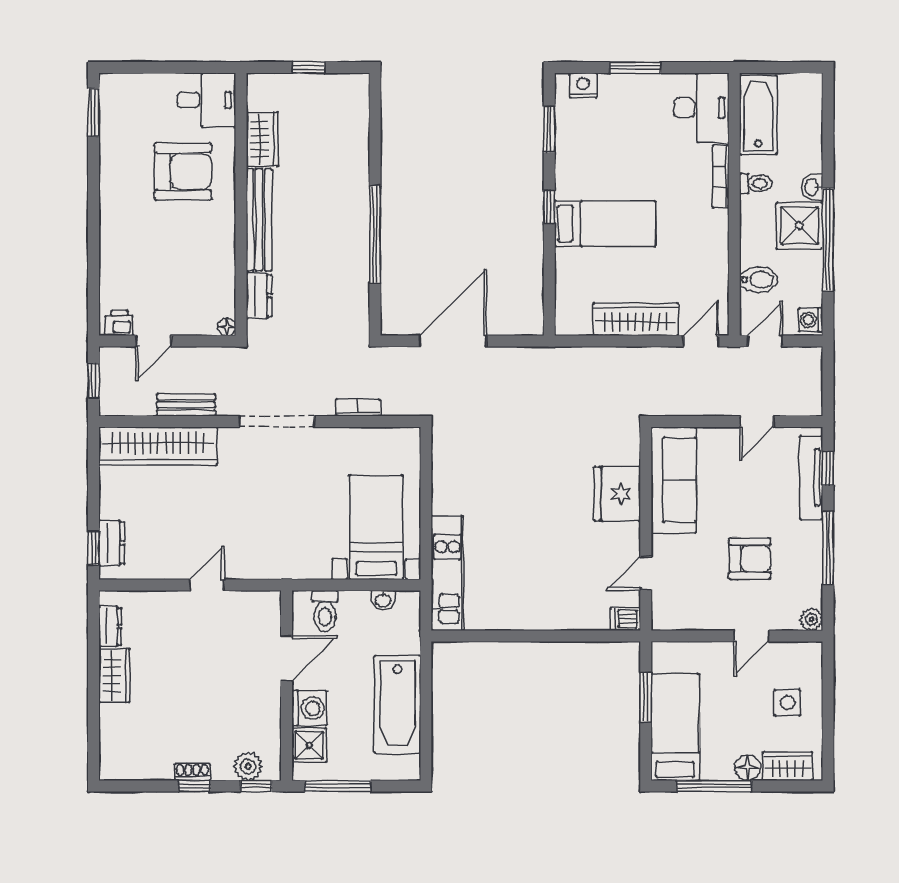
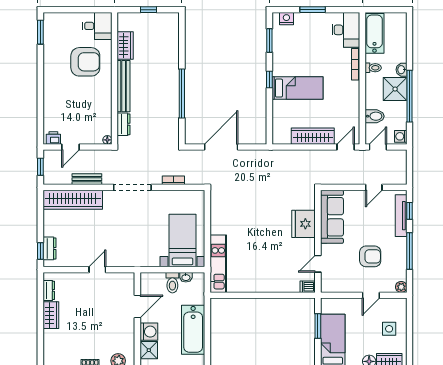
toilet: (325, 611) -> (172, 283), moved

